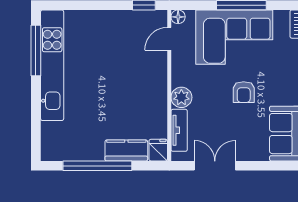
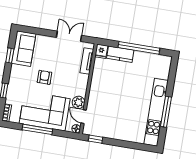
door: (169, 39) -> (84, 117), swing flipped
window: (36, 51) -> (166, 112), moved
plant: (181, 97) -> (79, 102), moved
double door: (215, 166) -> (69, 36), swing flipped

